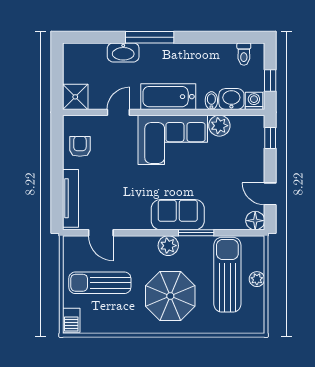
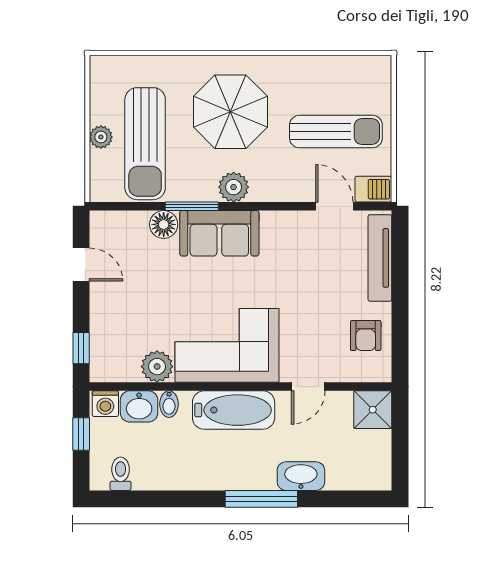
floor lamp: (255, 221) -> (164, 224), moved
barbecue: (71, 320) -> (373, 189), moved, turned 90

